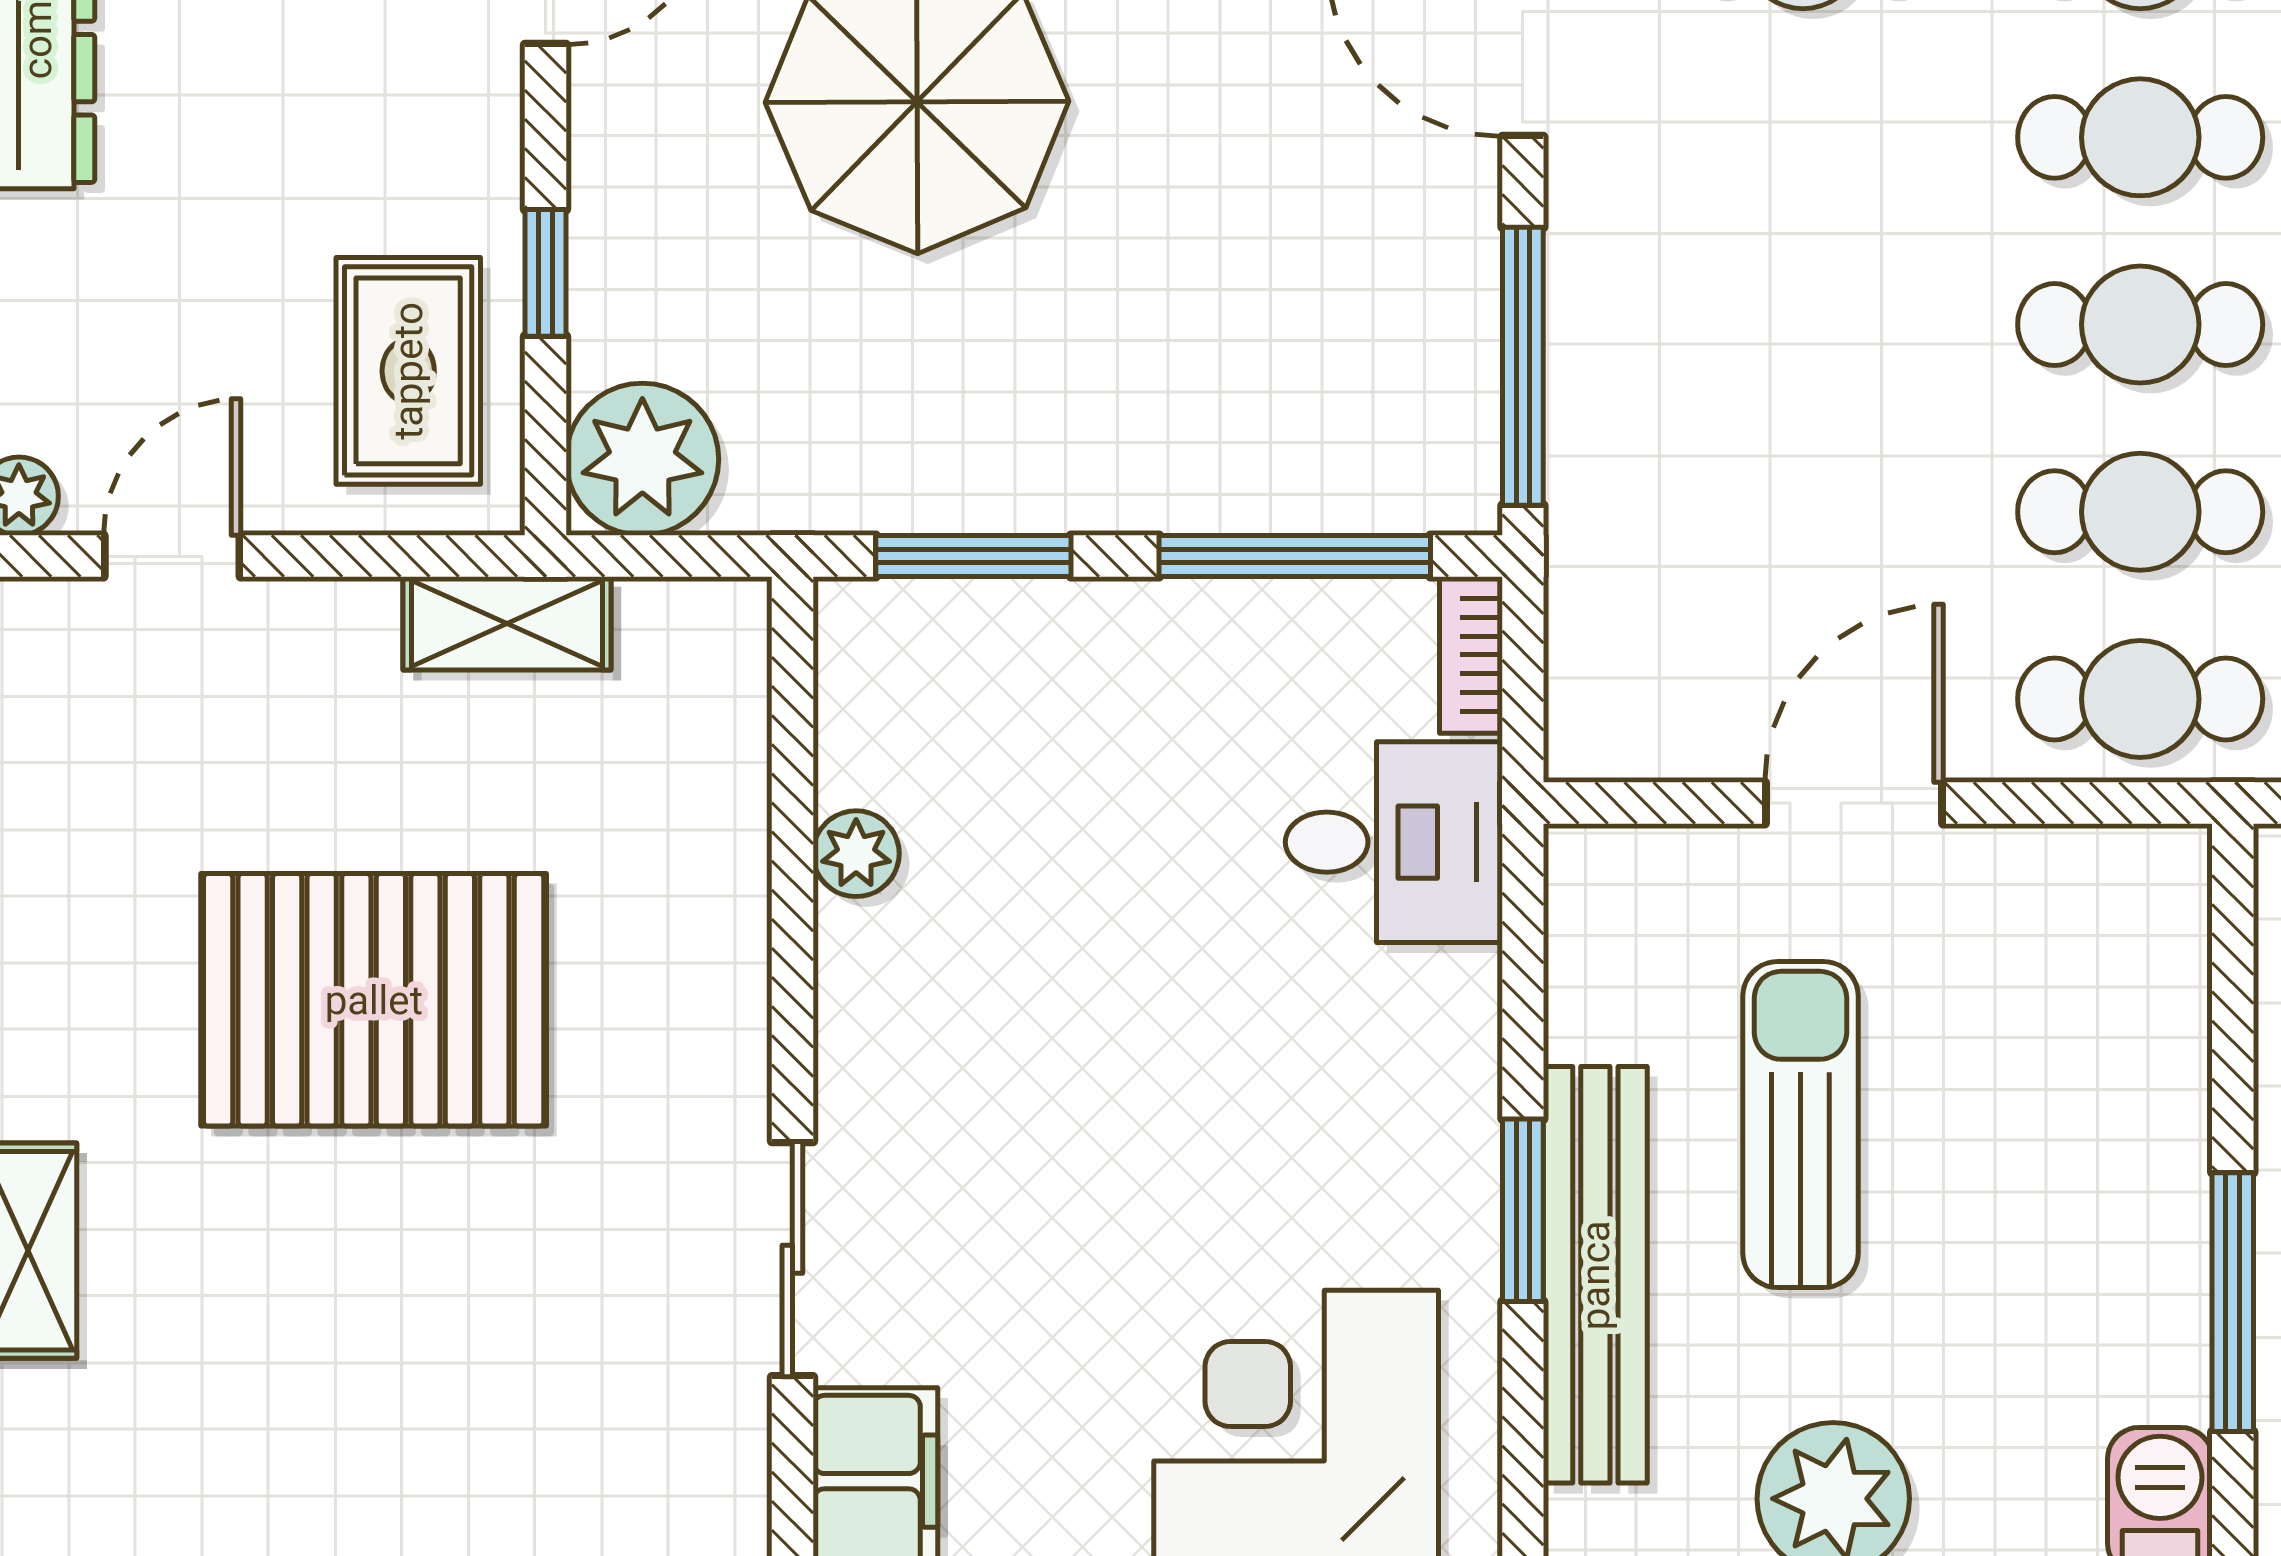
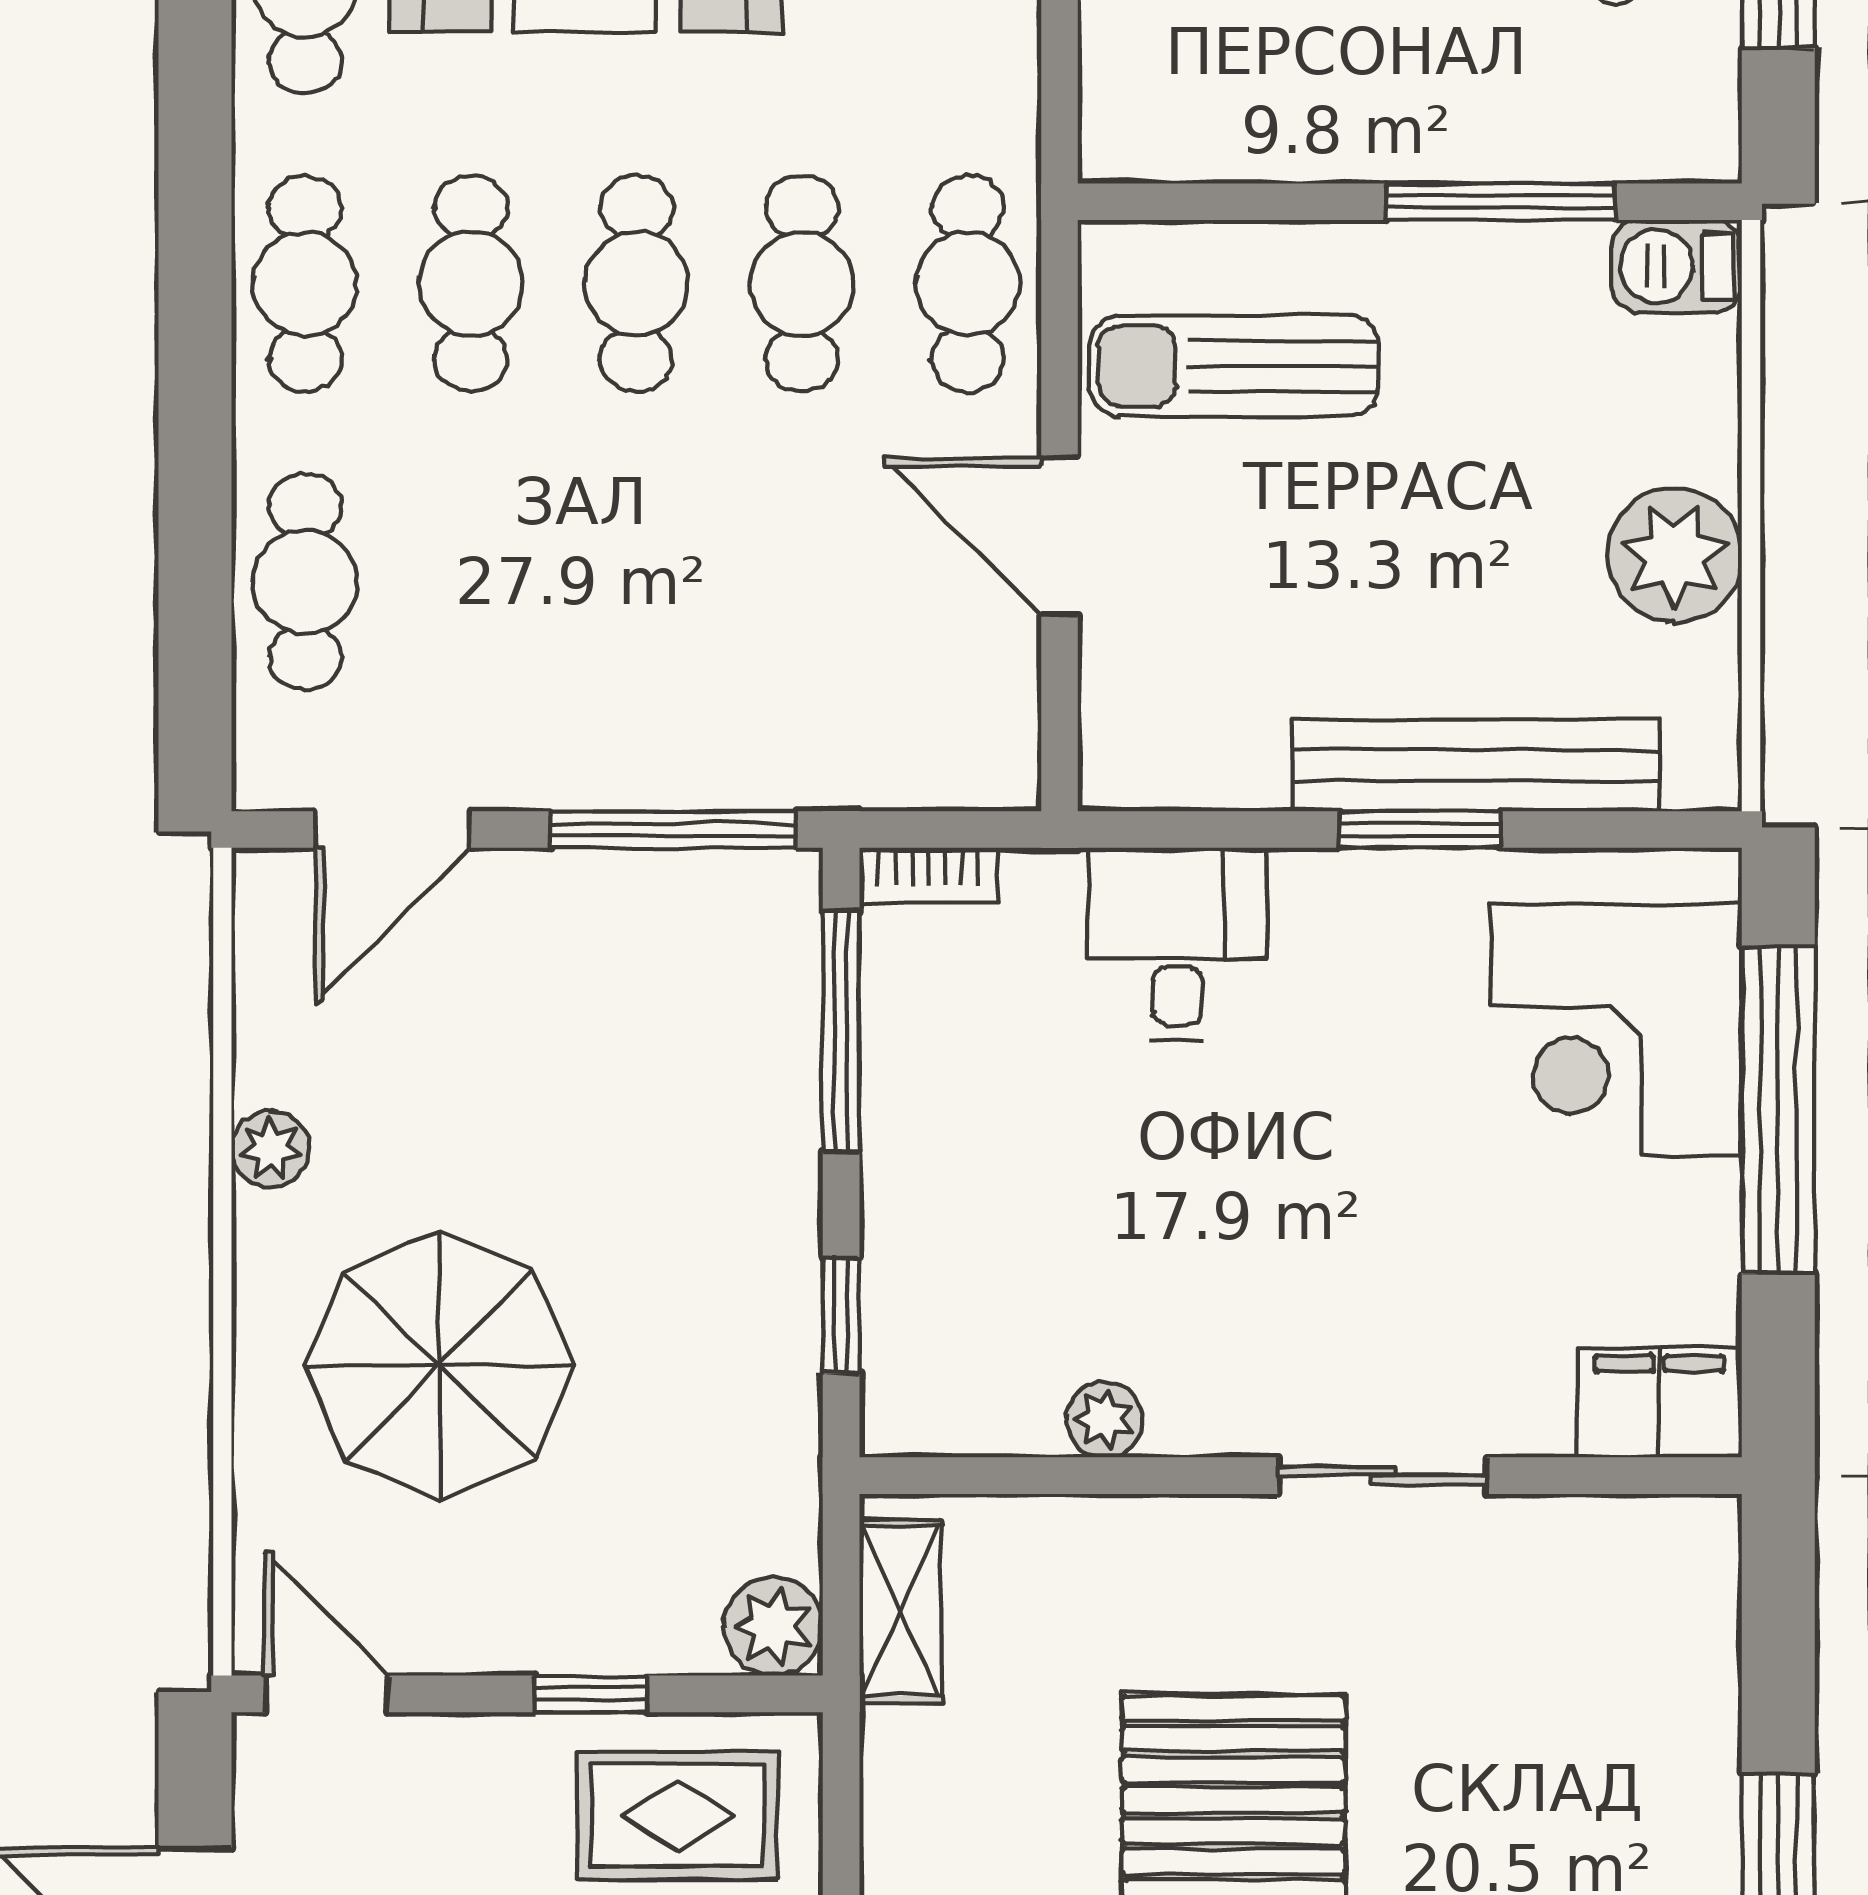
plant: (642, 459) -> (773, 1626), width x0.73, depth x0.73
window: (973, 556) -> (841, 1315), width x0.67
shelving: (507, 623) -> (901, 1611), moved
desk: (1394, 842) -> (1177, 944), moved
sun lounger: (1800, 1125) -> (1234, 366), moved
sliding door: (792, 1259) -> (1383, 1476), moved

